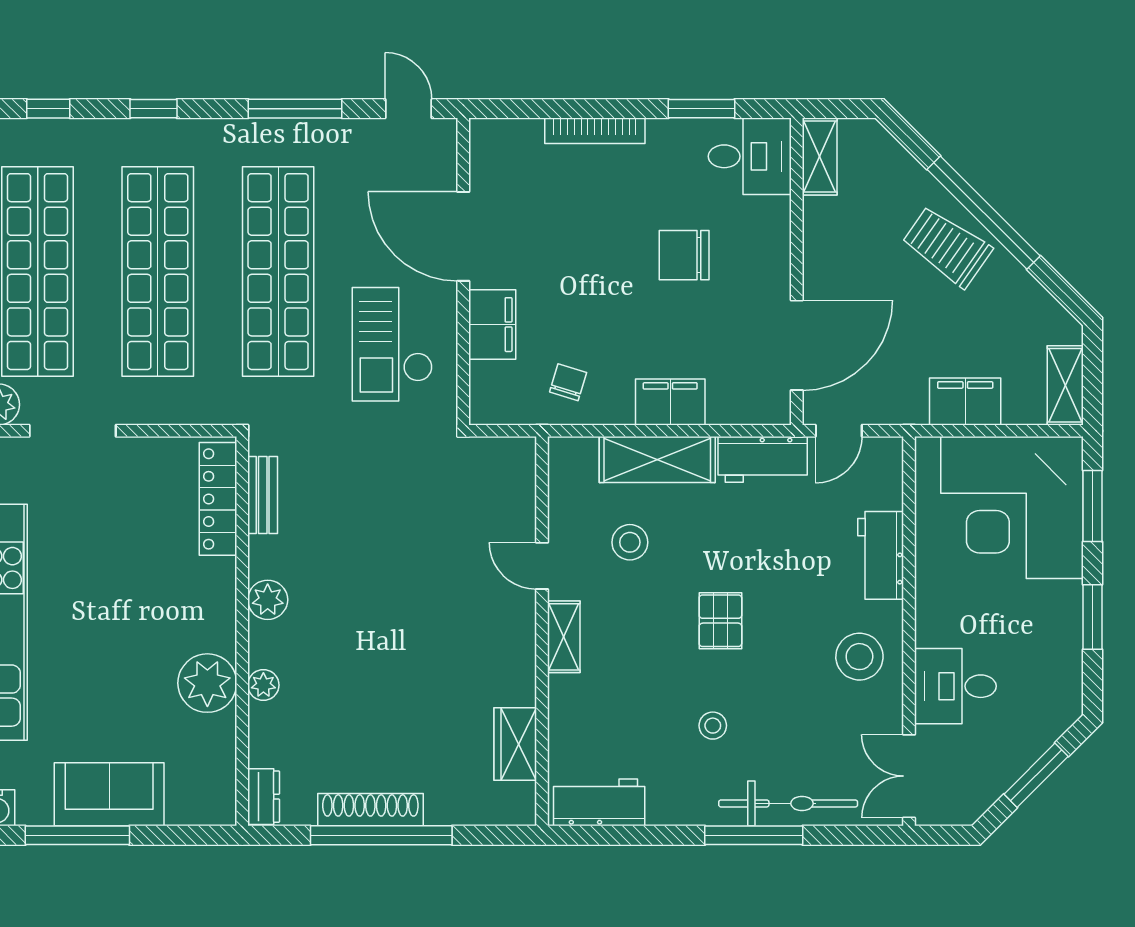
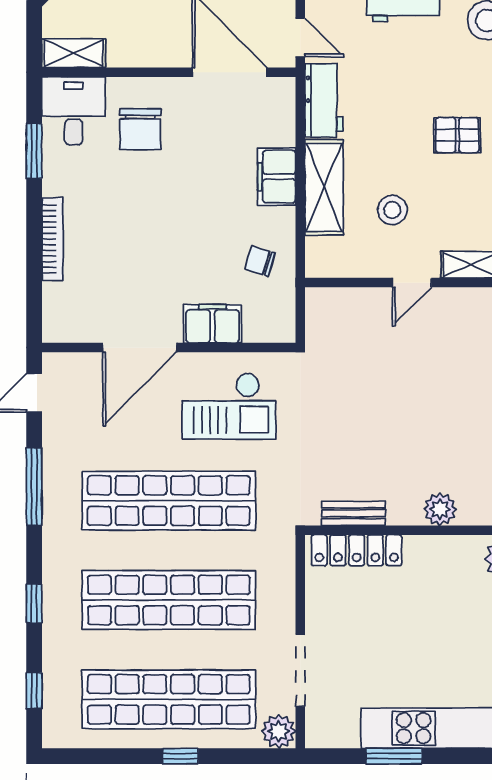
chair: (684, 255) -> (140, 129), moved

